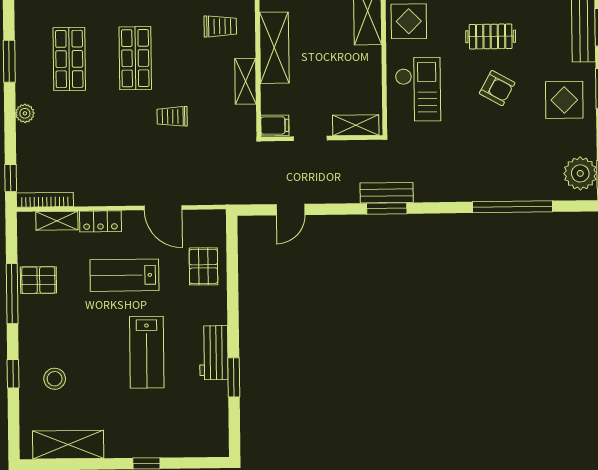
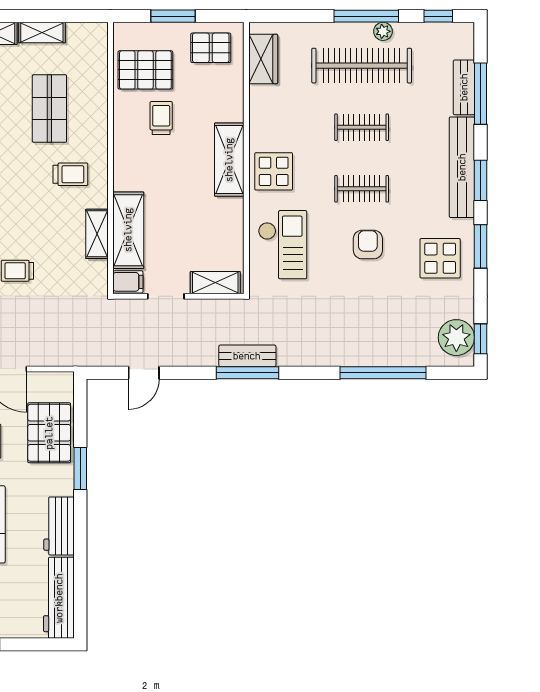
shelving: (274, 48) -> (128, 230), moved
armchair: (497, 88) -> (368, 245), turned -119
window: (387, 208) -> (247, 373), width x1.44
pallet: (203, 266) -> (49, 433), width x1.50, depth x1.42
window: (234, 377) -> (80, 468), moved
workbench: (214, 419) -> (59, 598), added

